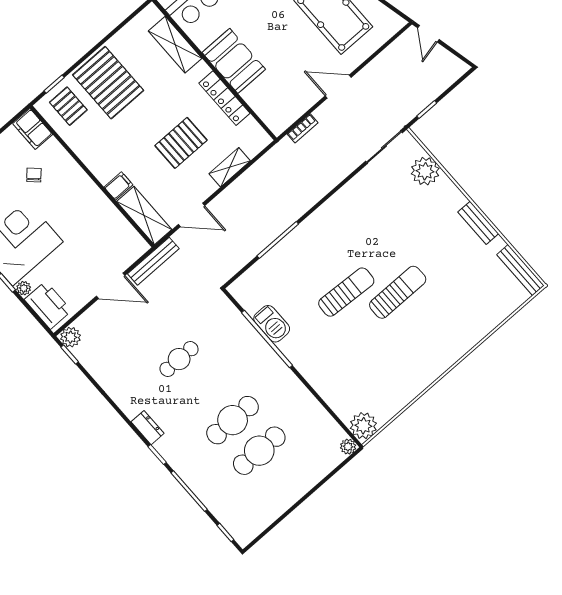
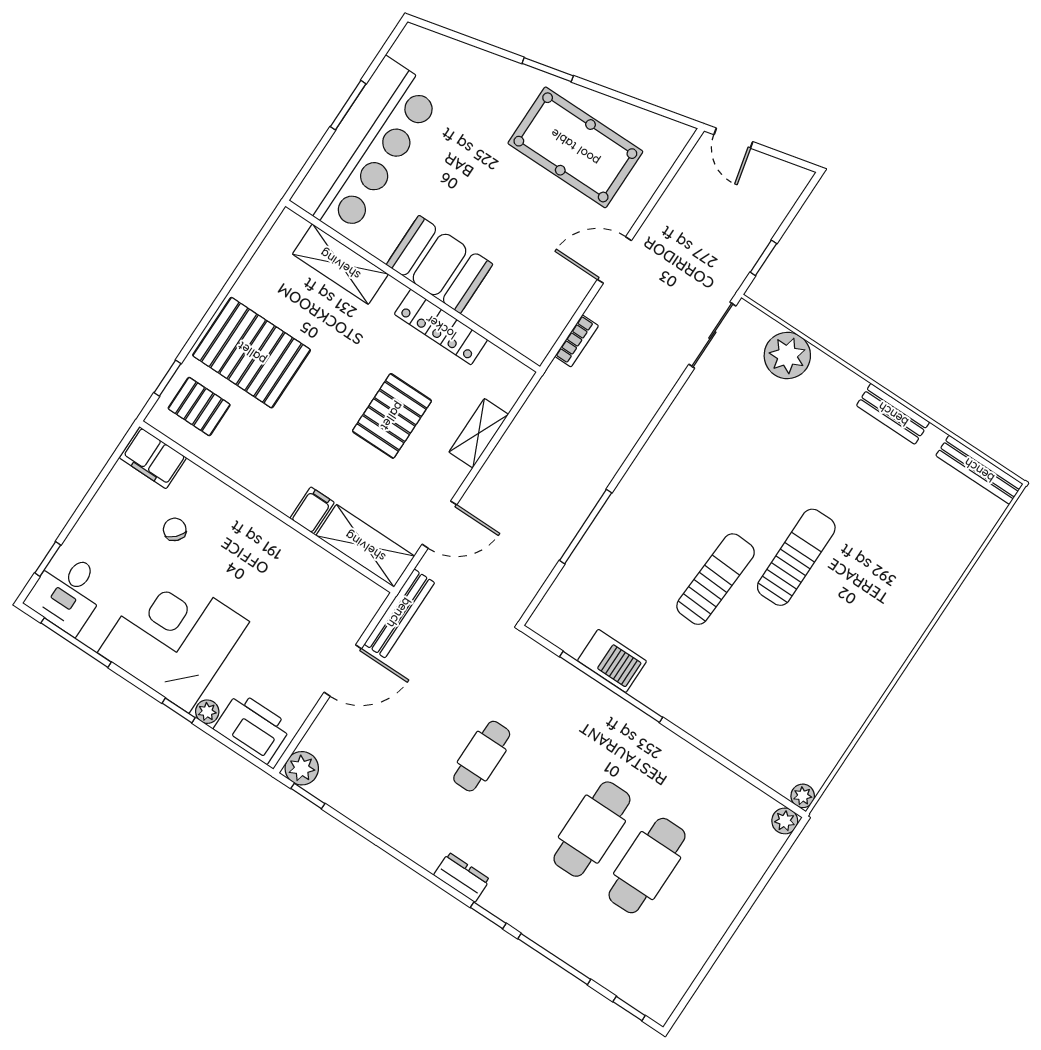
plant: (363, 426) -> (803, 796), width x0.53, depth x0.53

